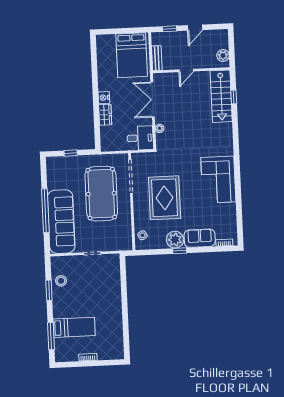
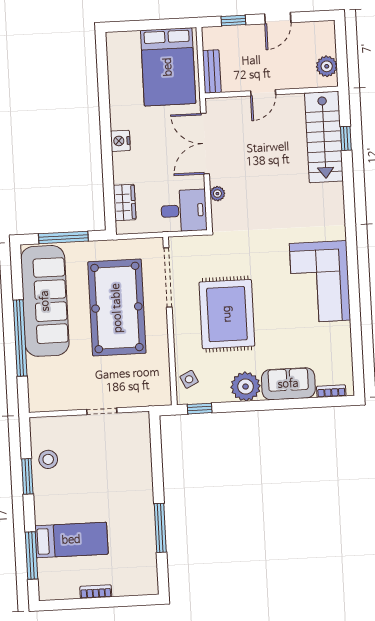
wardrobe: (105, 115) -> (125, 202), moved
window: (71, 153) -> (63, 237), width x2.17
sofa: (61, 222) -> (45, 301), moved
window: (180, 251) -> (200, 409), moved
window: (125, 321) -> (160, 528), added

